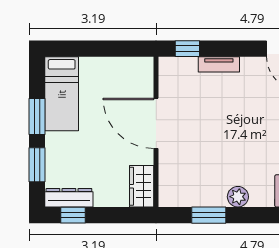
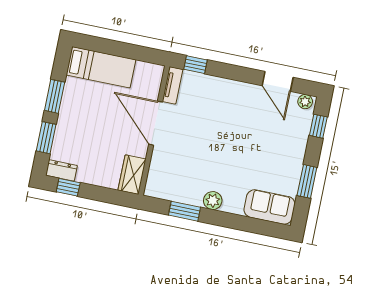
tv unit: (219, 64) -> (172, 85), moved, turned -90
bed: (62, 94) -> (101, 67), moved, turned -90
dresser: (69, 198) -> (61, 170), width x0.70

